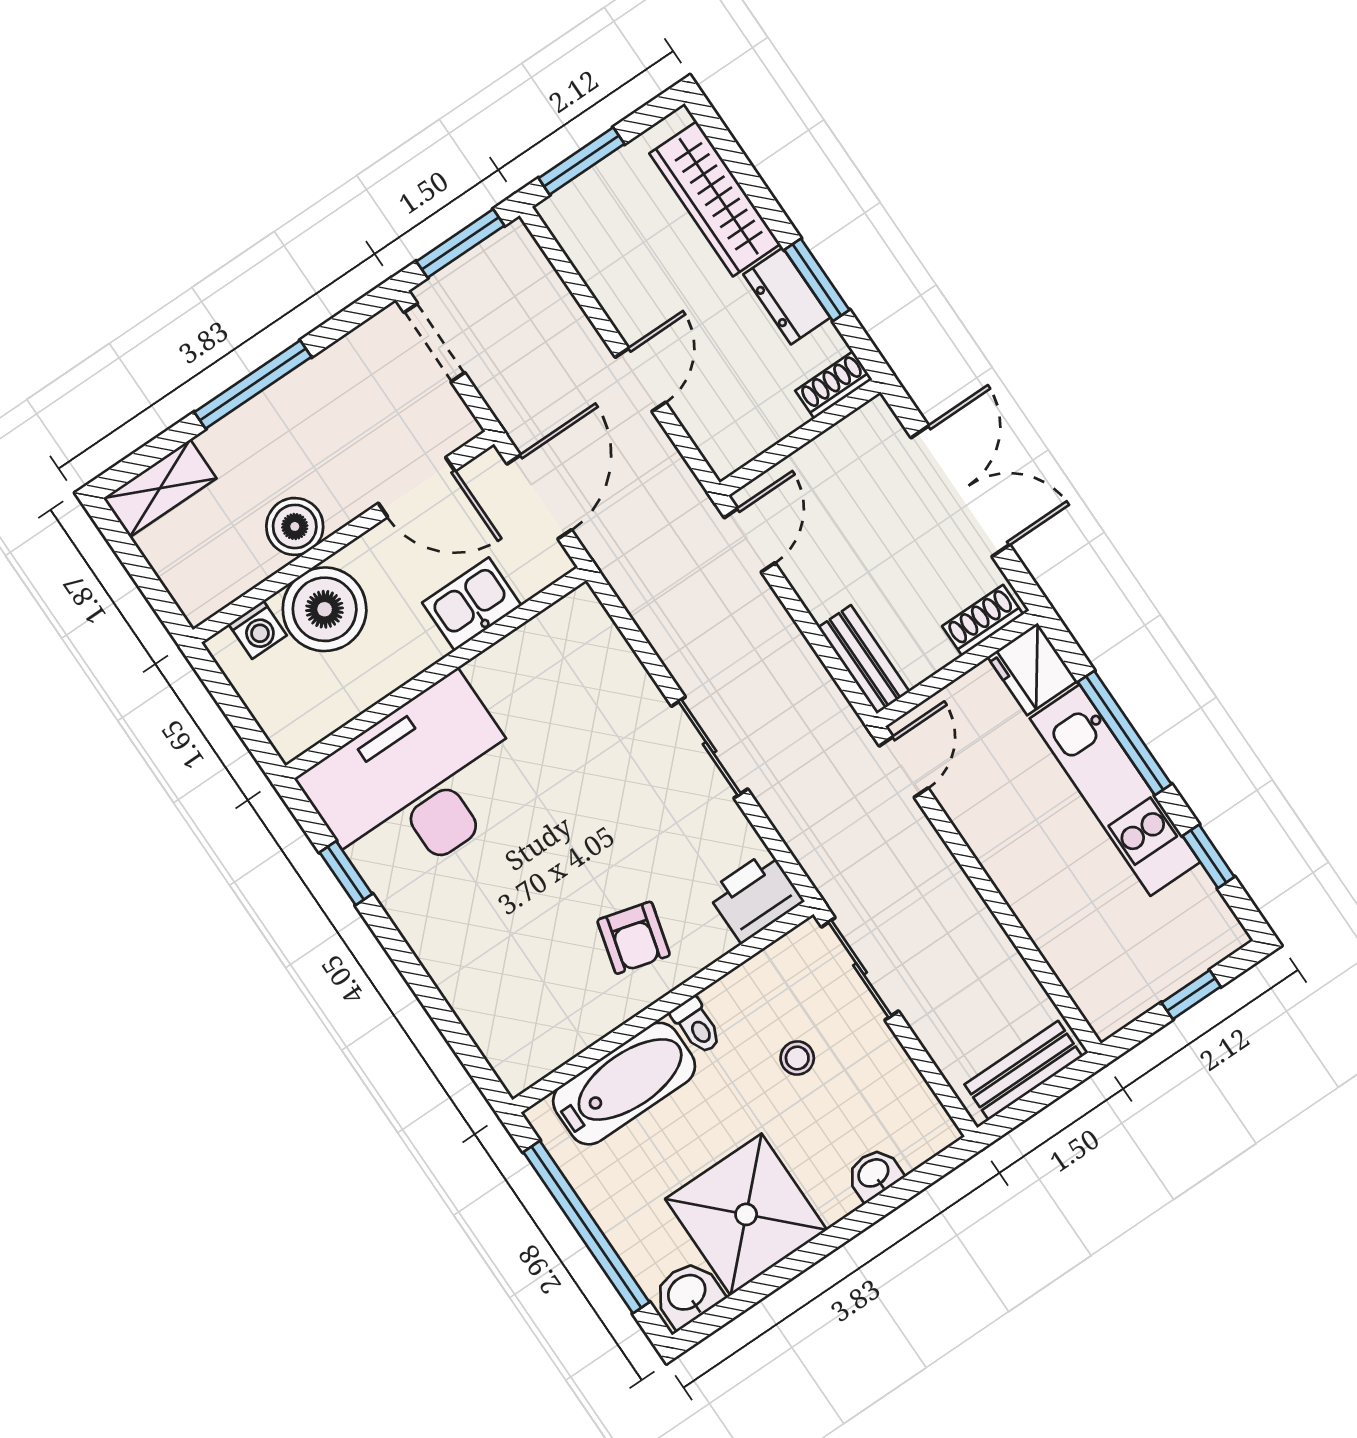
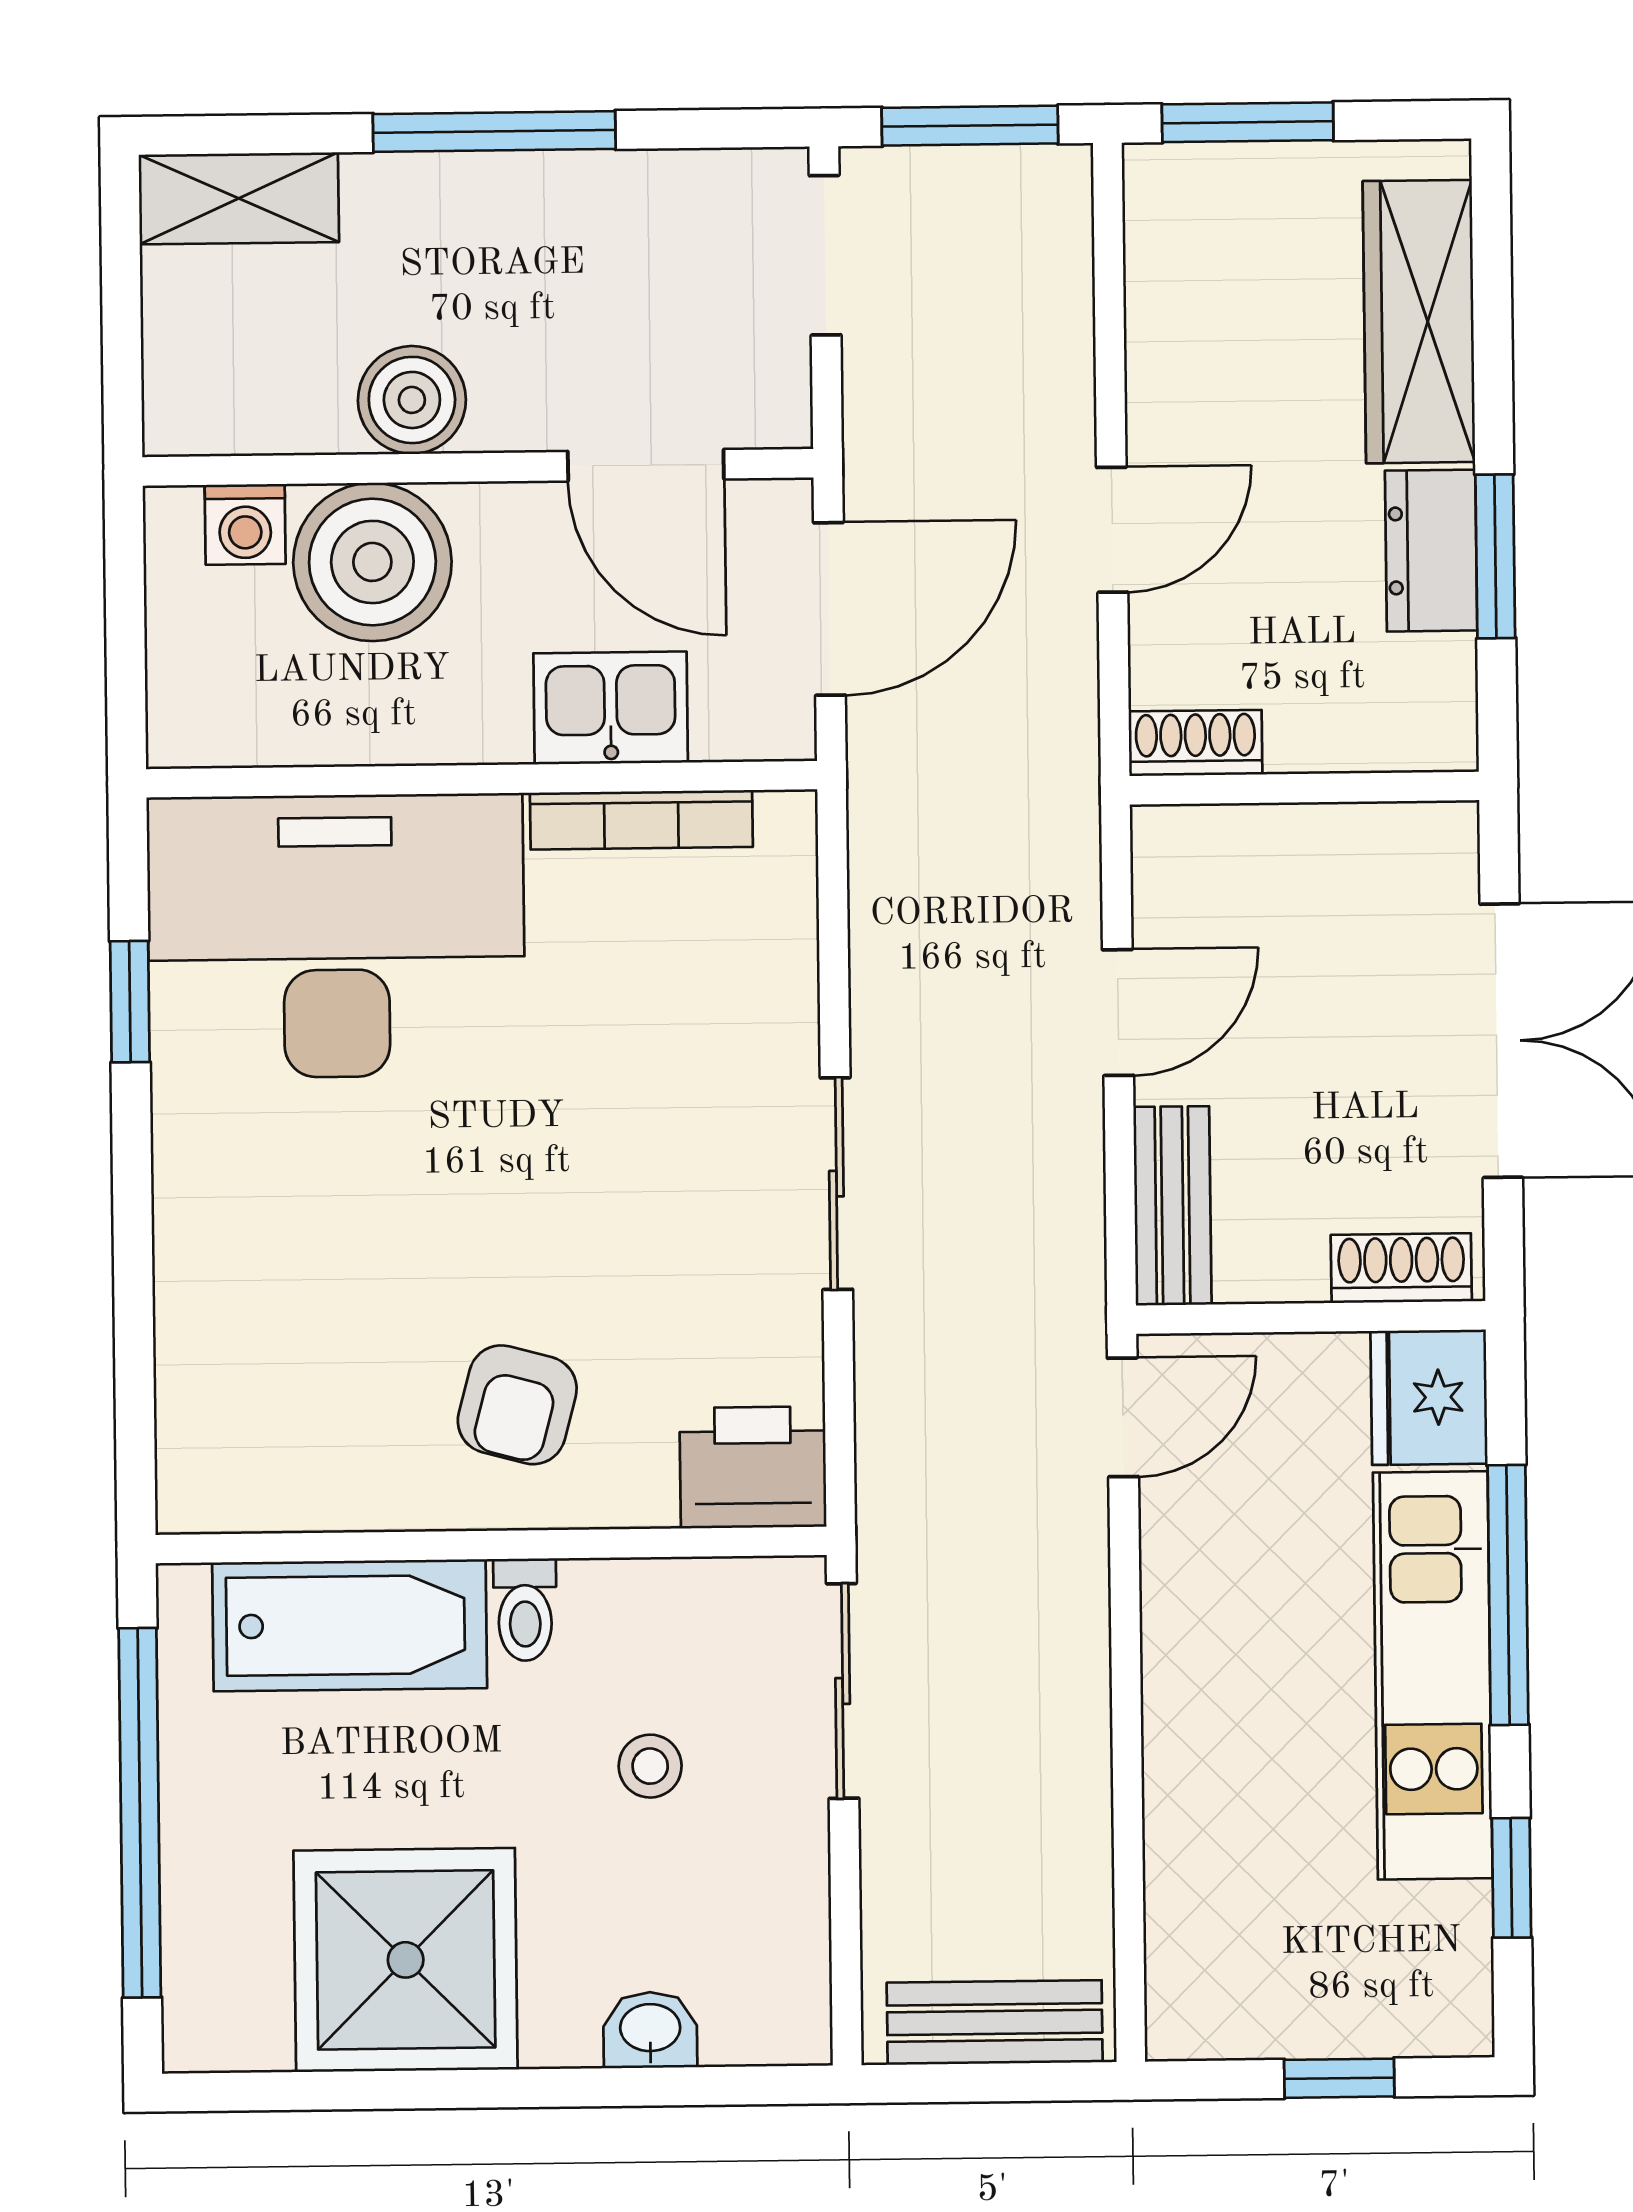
shoe rack: (834, 385) -> (1195, 743), moved
door: (750, 540) -> (1118, 1013), moved
bookcase: (518, 644) -> (641, 820), added
washbasin: (688, 1294) -> (230, 2024), removed

